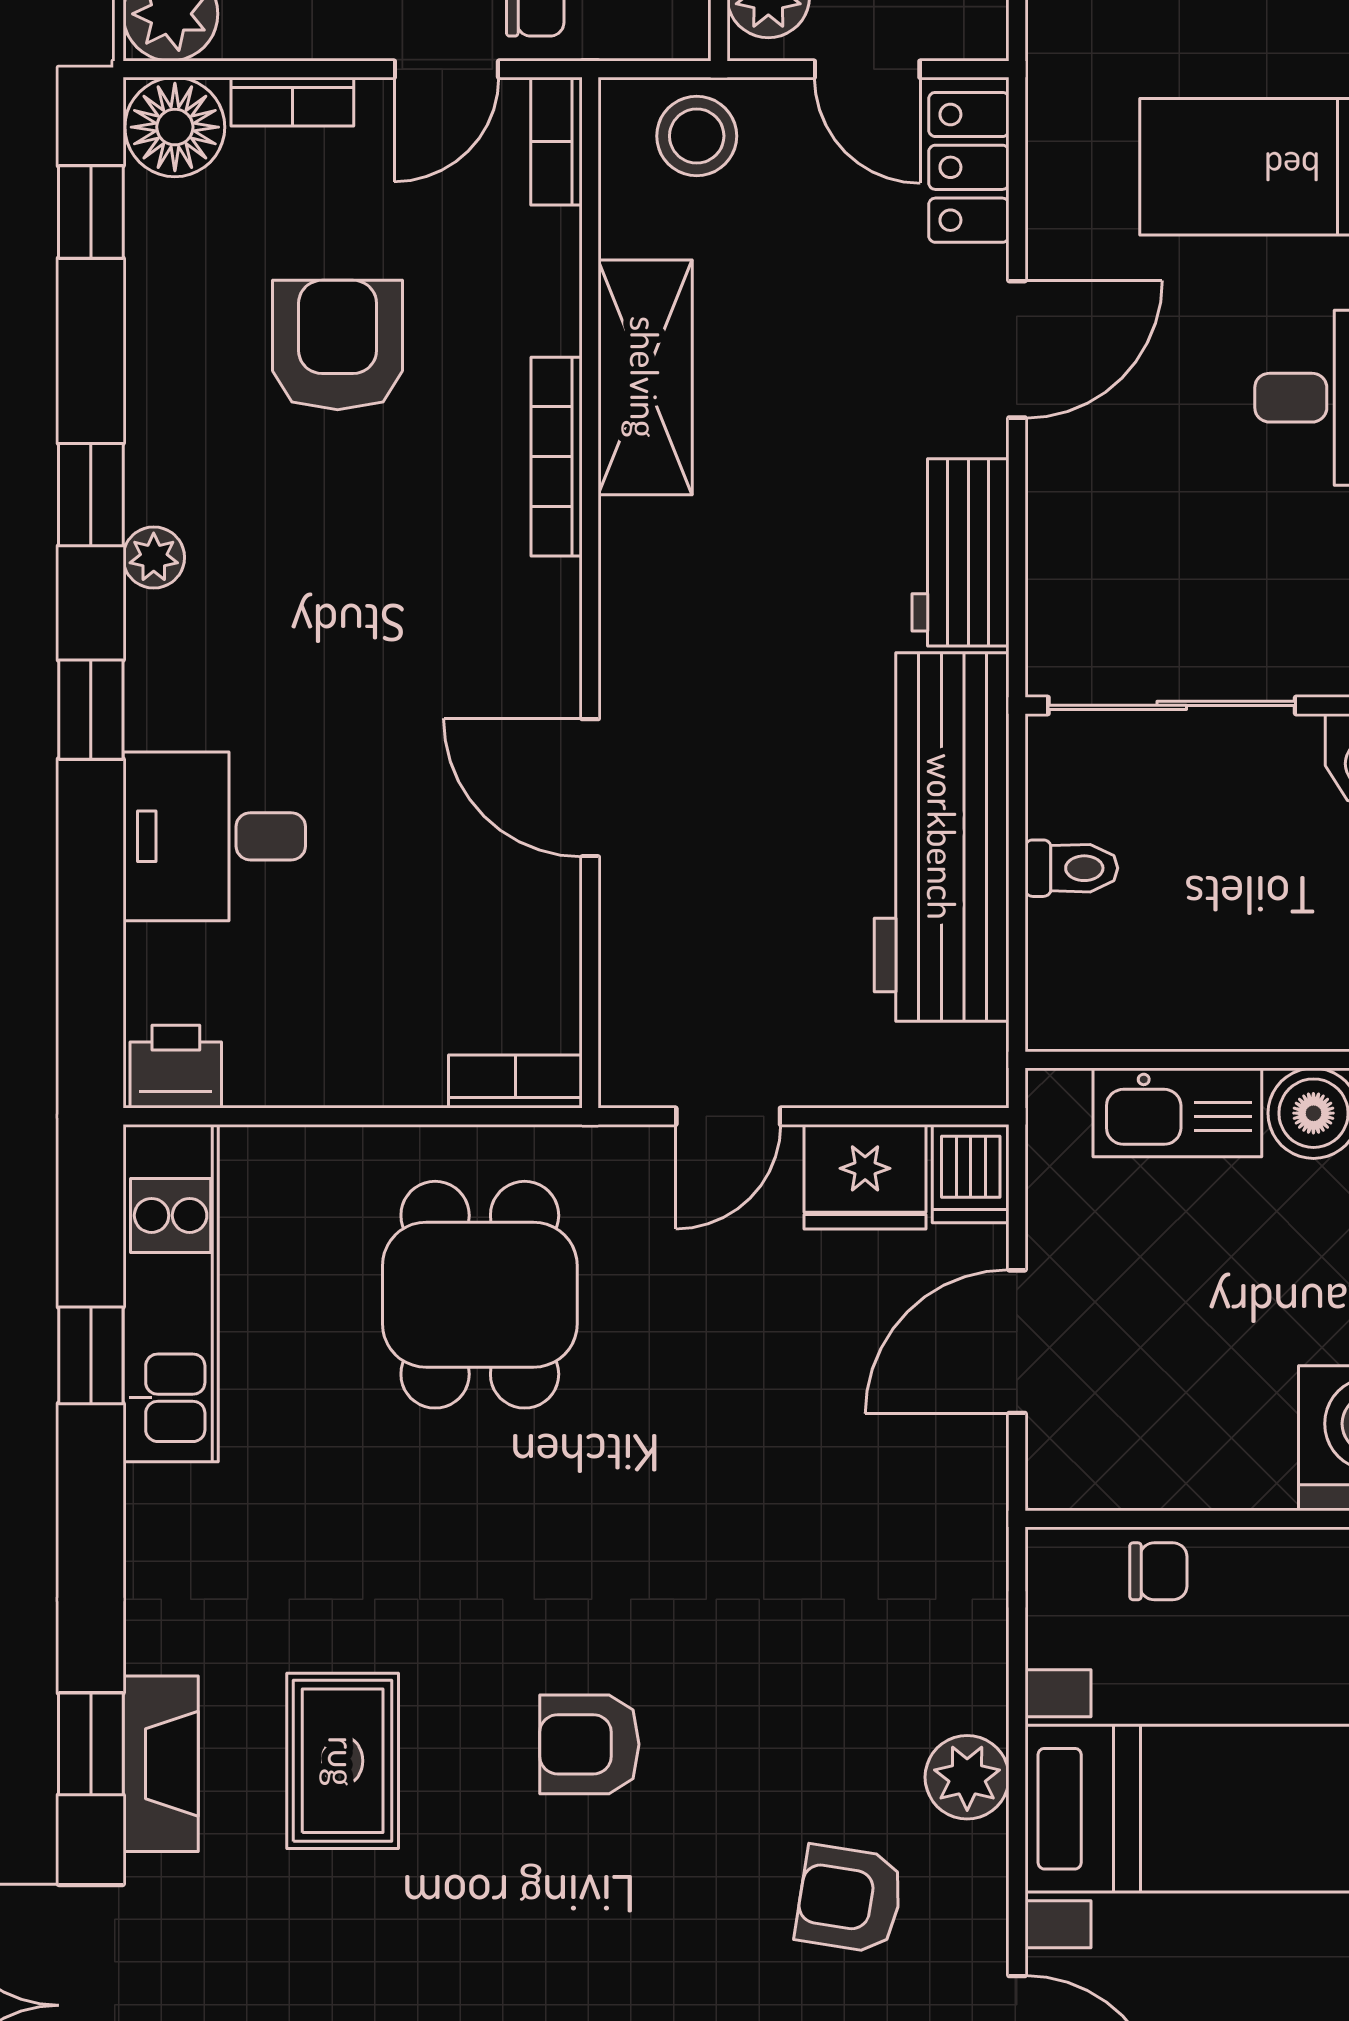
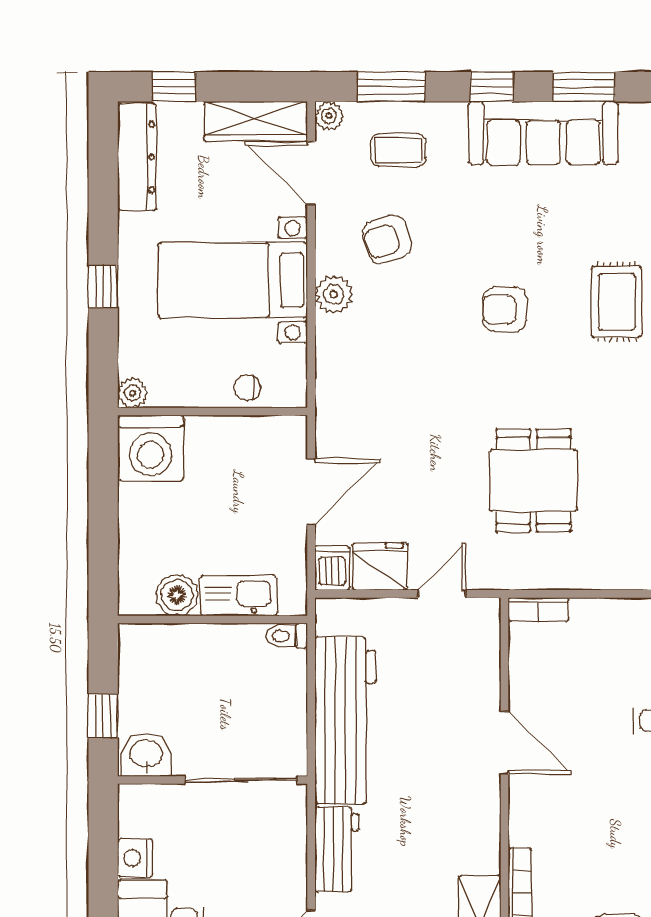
toilet: (1071, 868) -> (287, 636), moved
dining table: (480, 1295) -> (533, 480), moved
armchair: (589, 1744) -> (505, 309), turned 180
armchair: (850, 1899) -> (387, 239), turned 152

